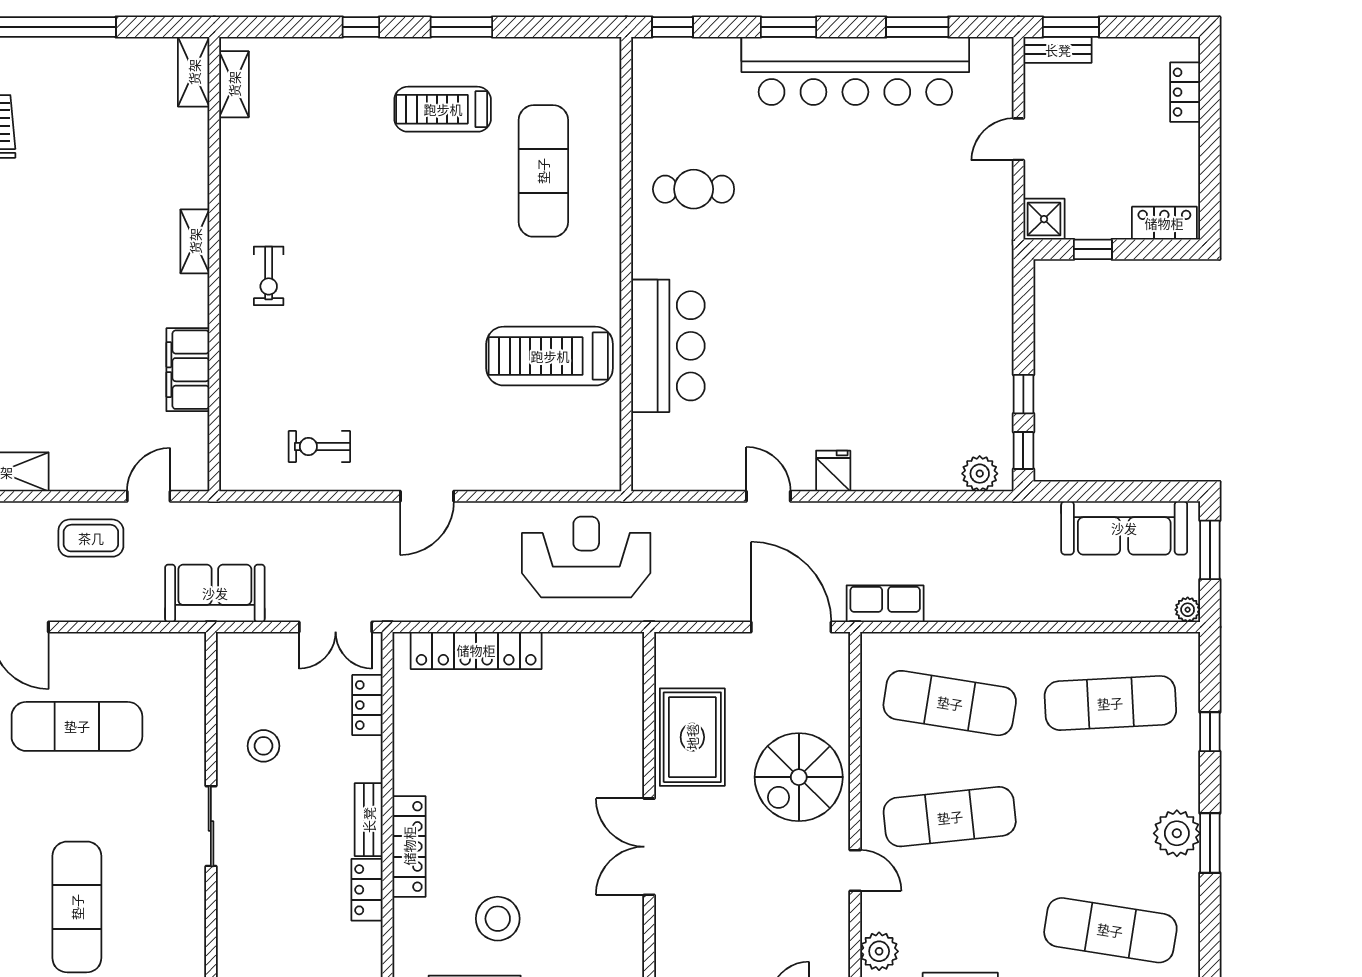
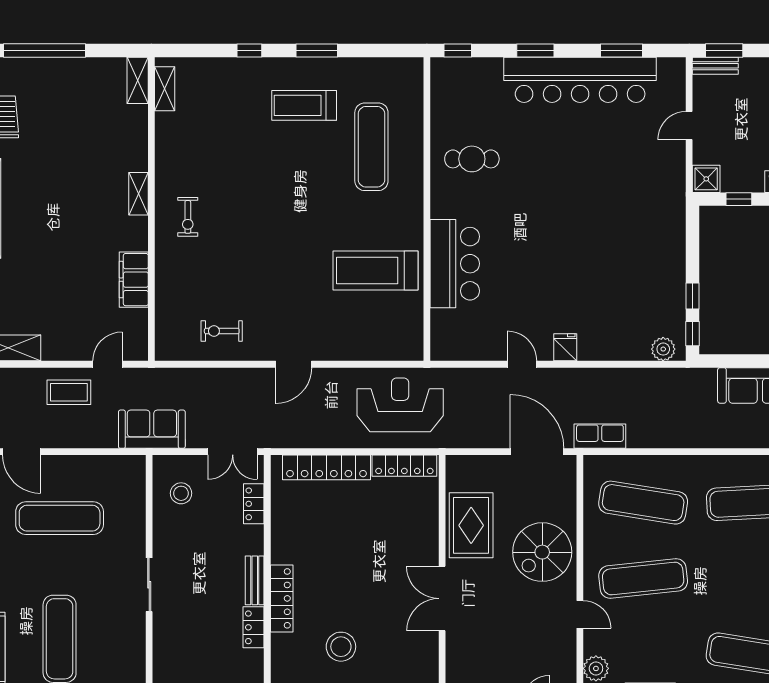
locker: (593, 648) -> (404, 466), added
stool: (263, 746) -> (181, 493), moved

